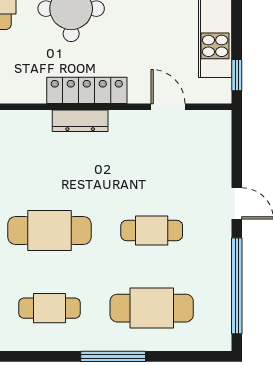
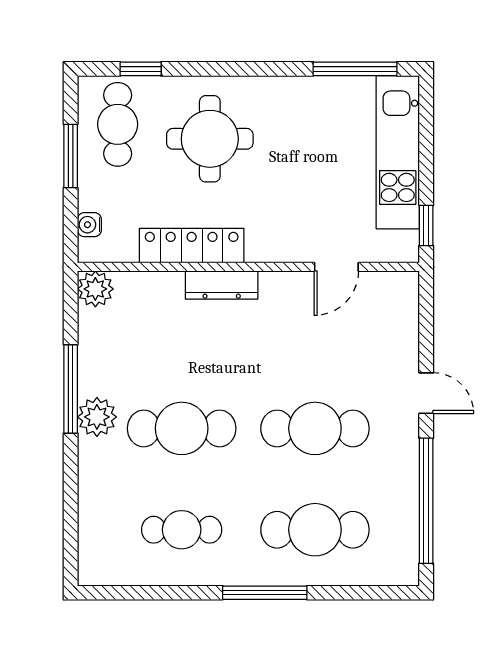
locker: (87, 90) -> (192, 246), moved
door: (168, 107) -> (336, 267), swing flipped
cafe table: (152, 231) -> (315, 428), width x1.37, depth x1.35

